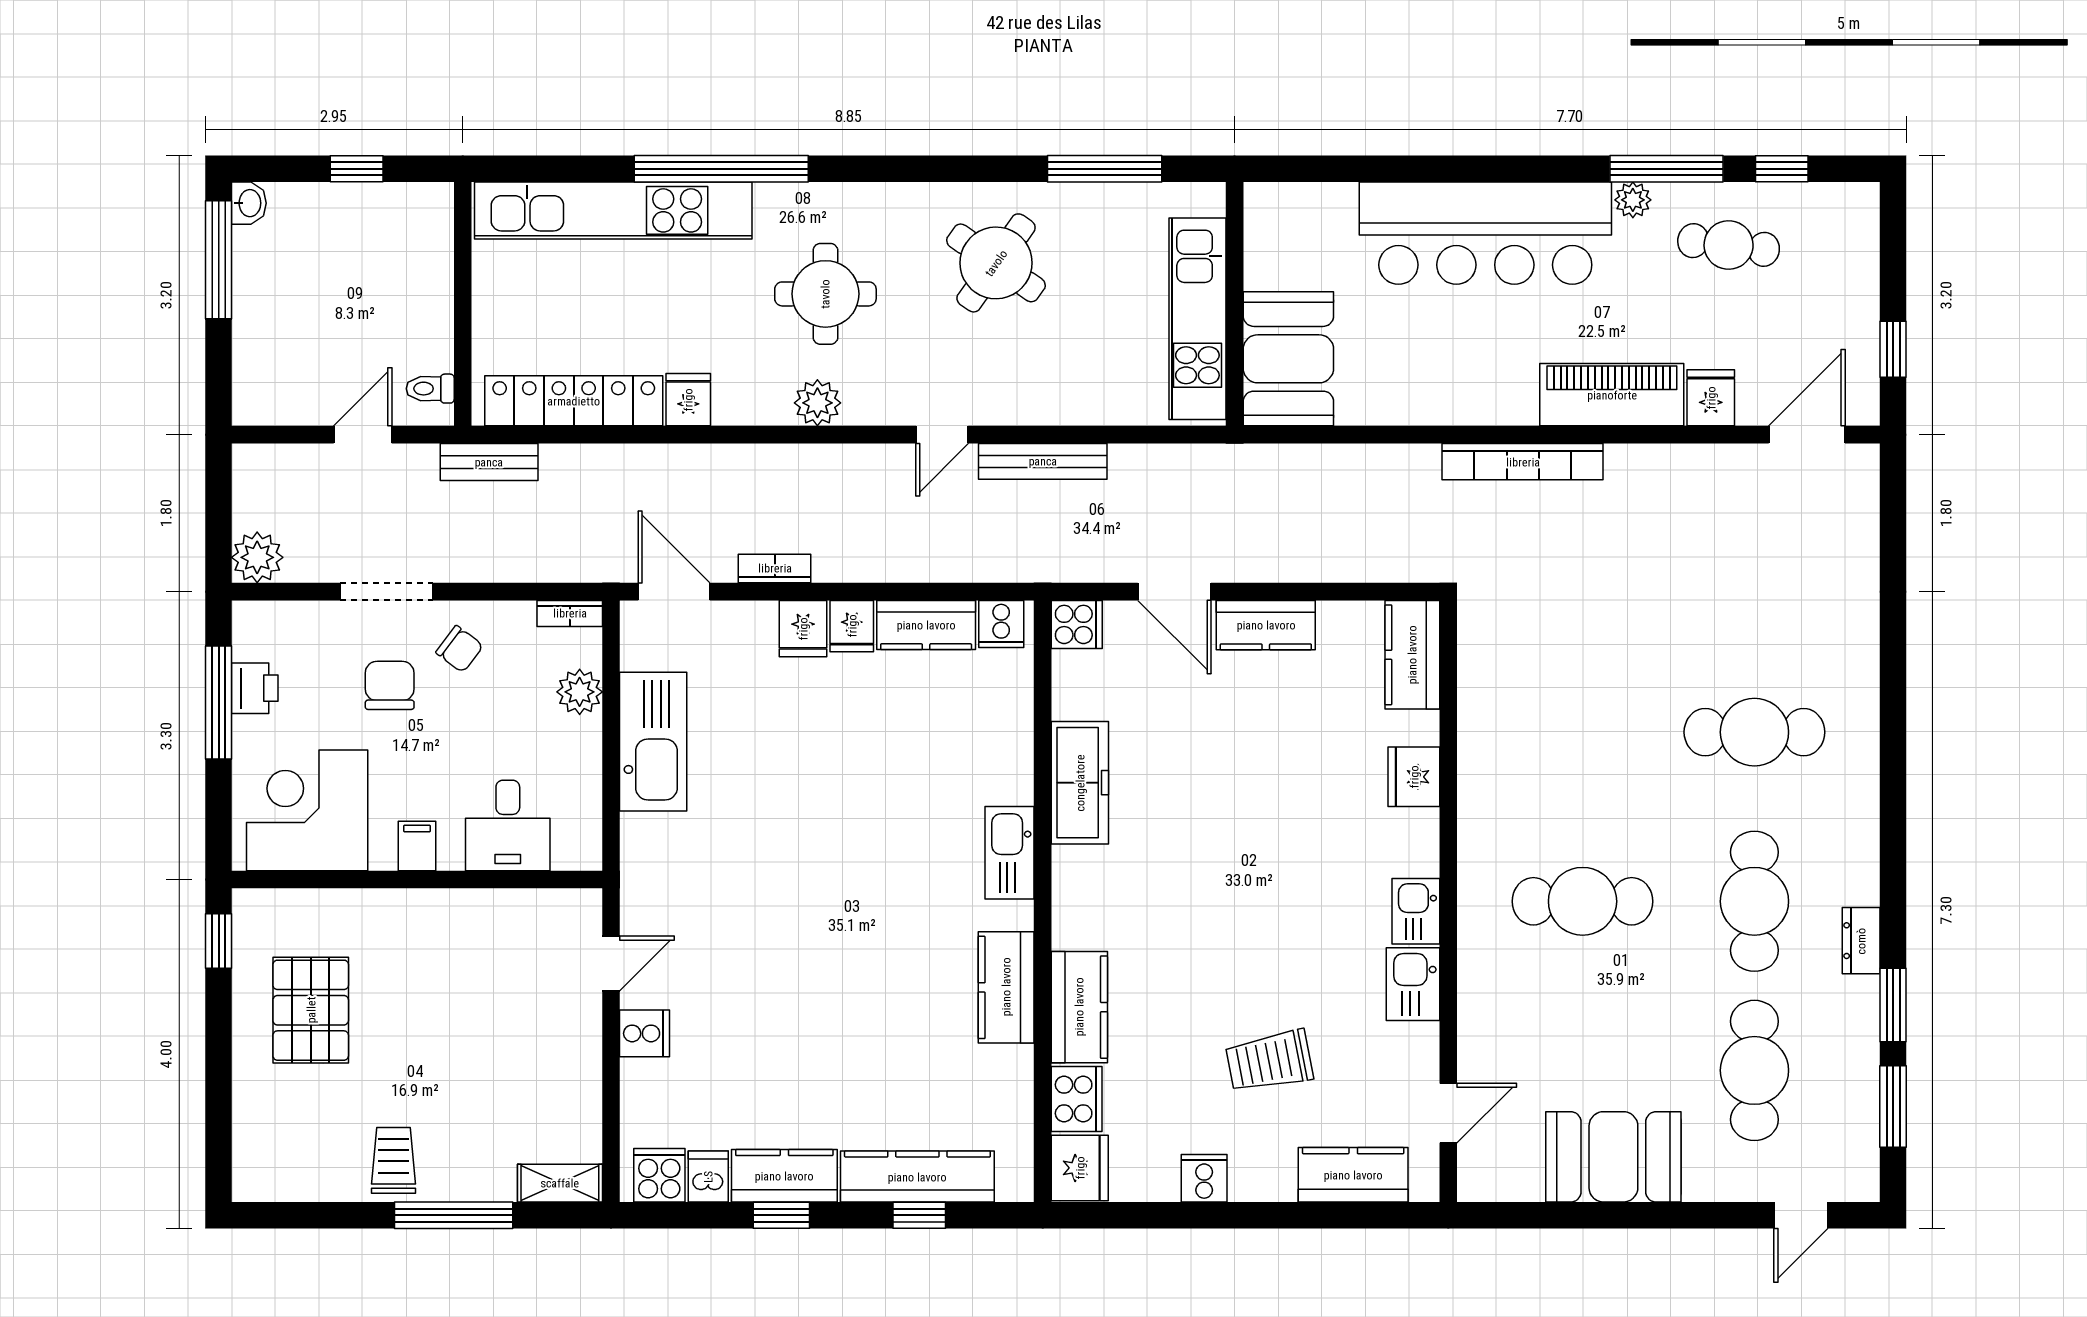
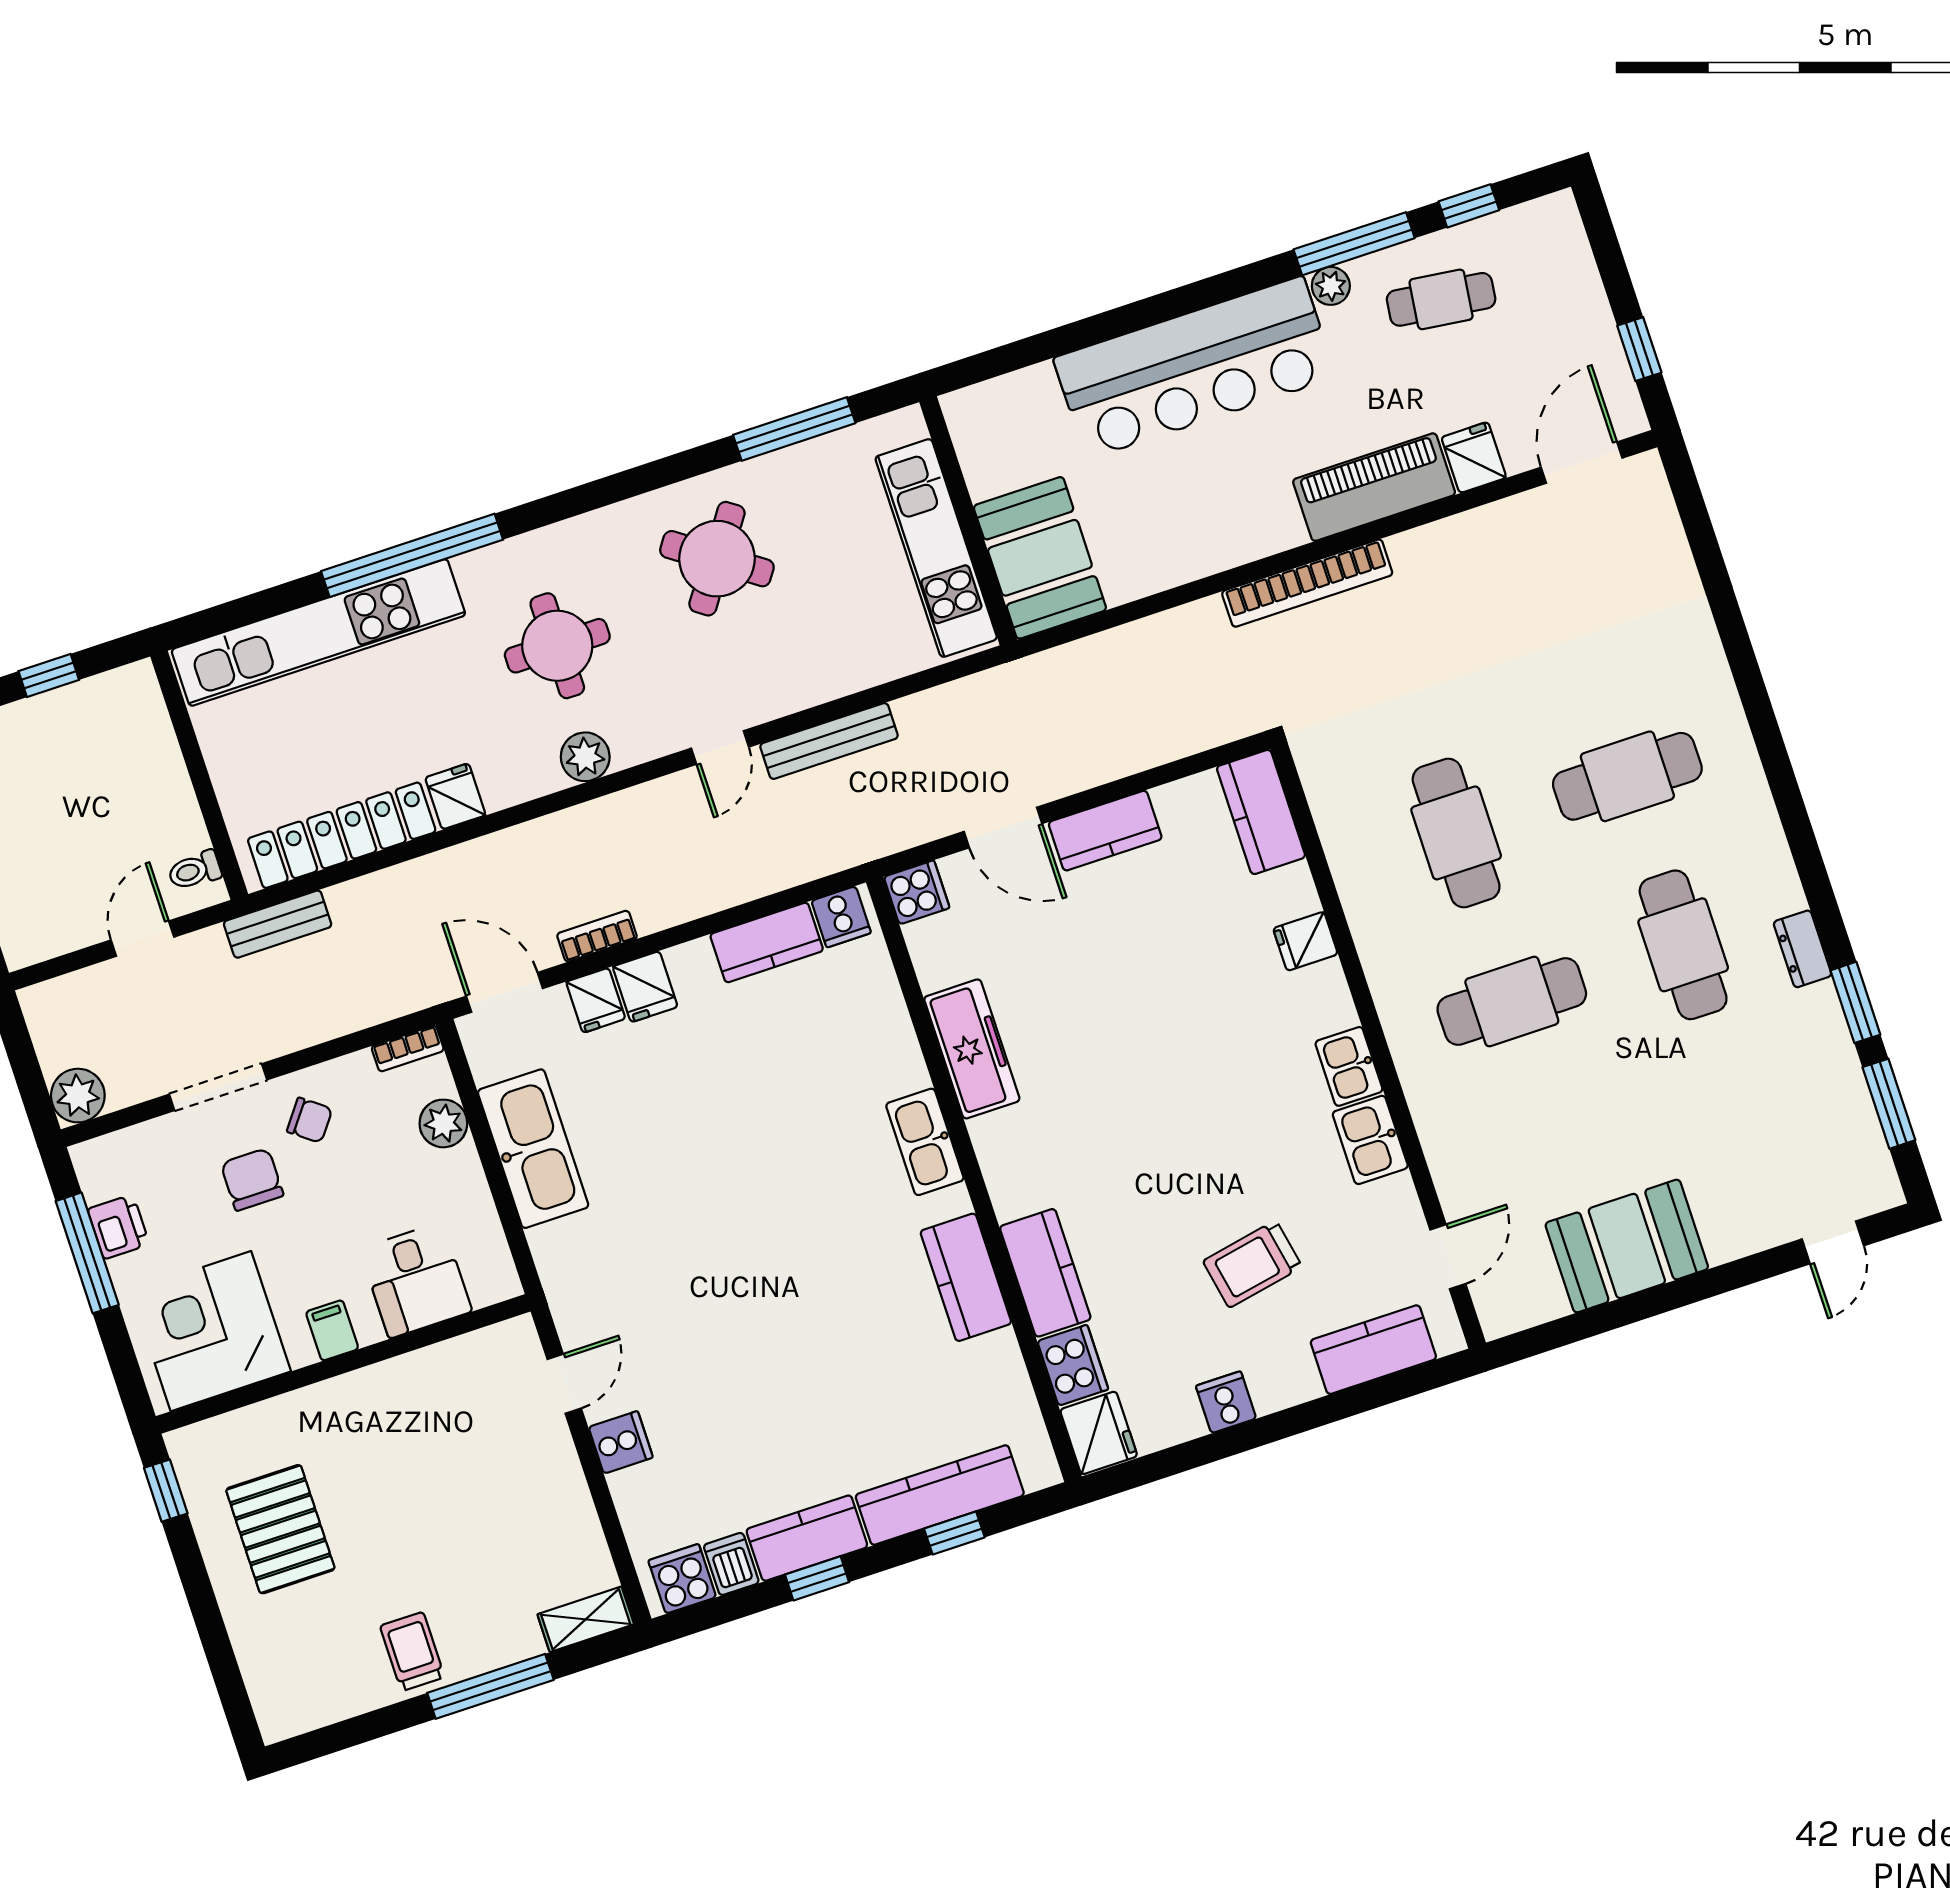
fridge: (852, 626) -> (596, 1000), moved
fridge: (1414, 777) -> (1305, 941), width x0.72
cafe table: (1754, 1070) -> (1456, 833), moved

